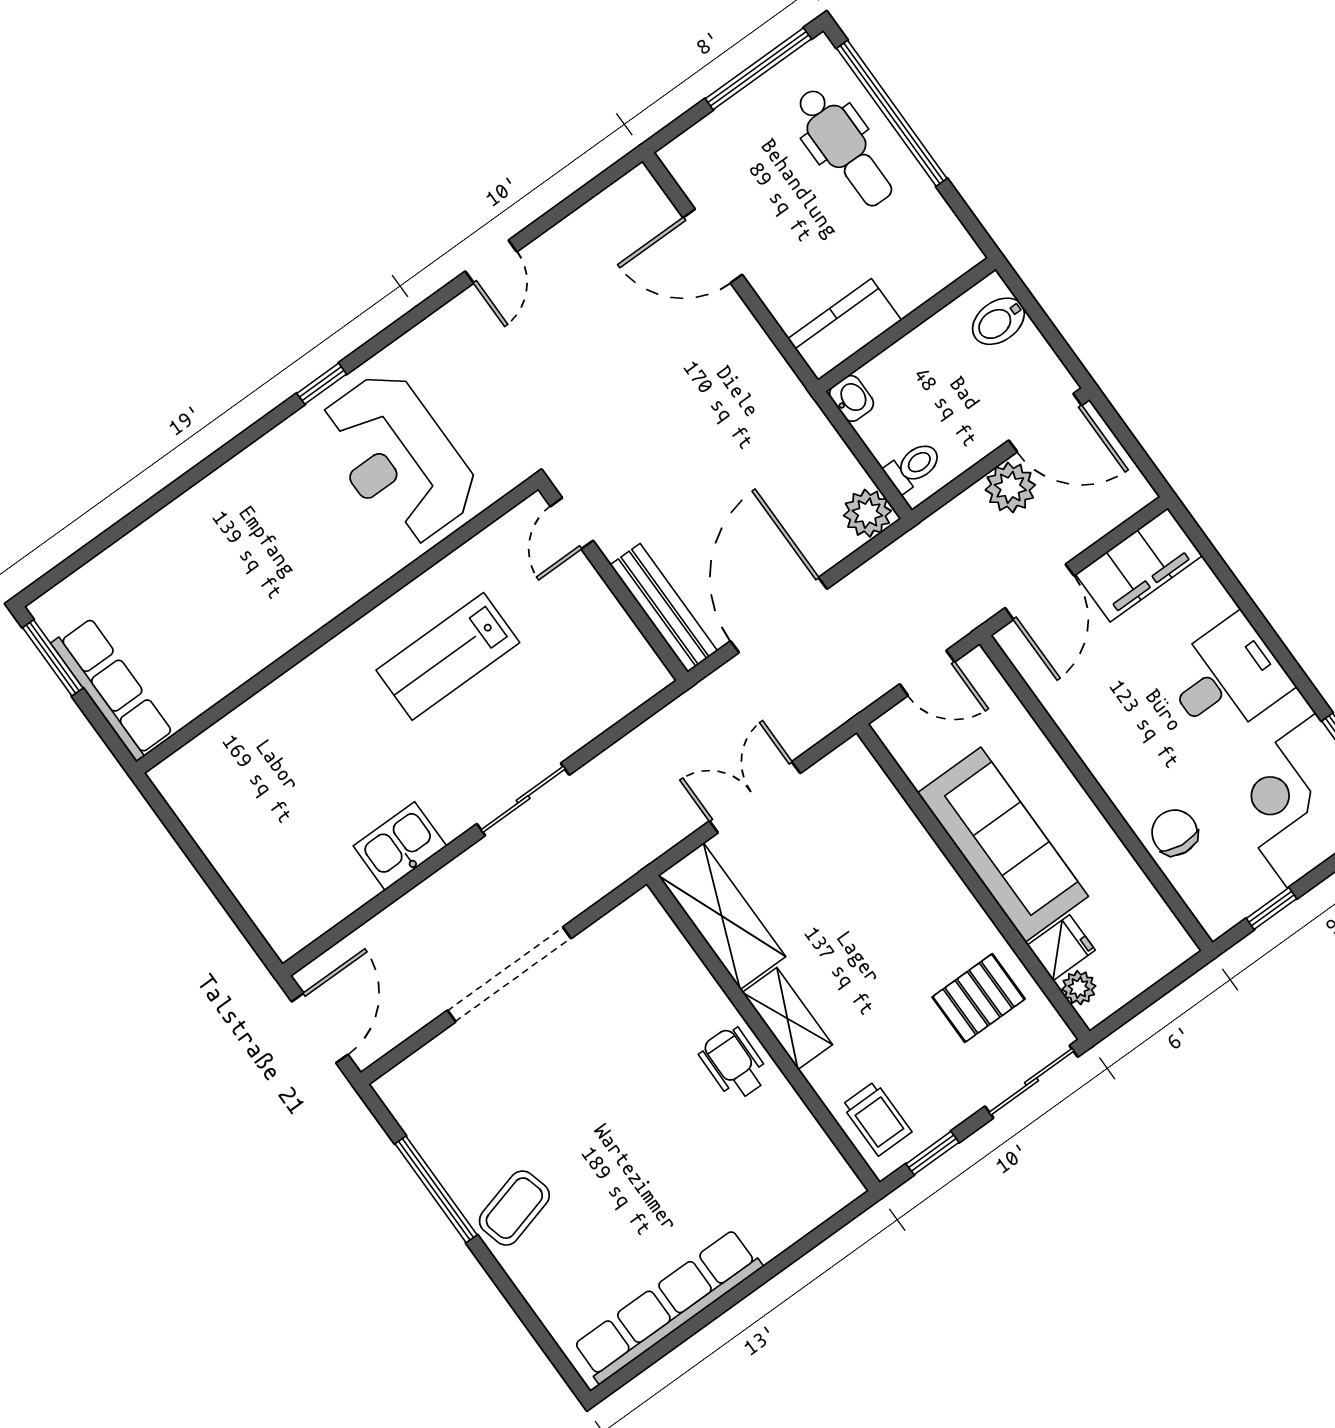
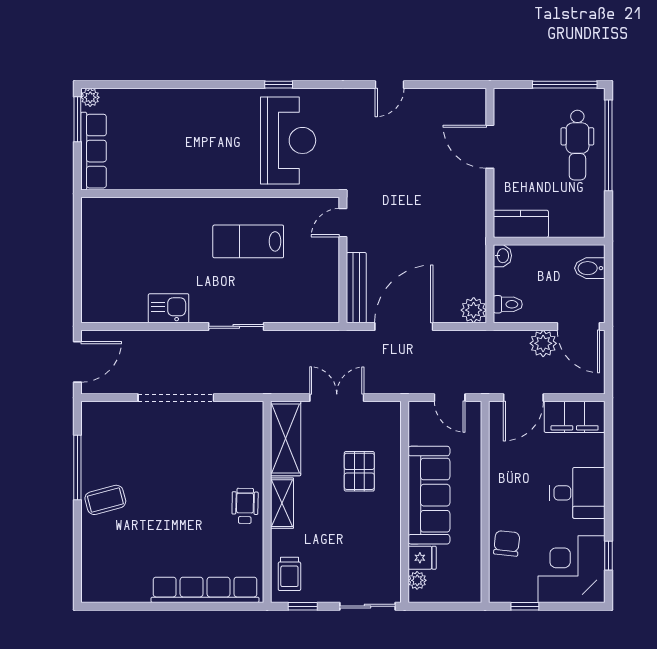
reception desk: (398, 458) -> (288, 140), turned 180
plant: (48, 611) -> (90, 97), added
pallet: (979, 998) -> (359, 471), moved, turned 90
row of seats: (668, 1306) -> (205, 590), moved

